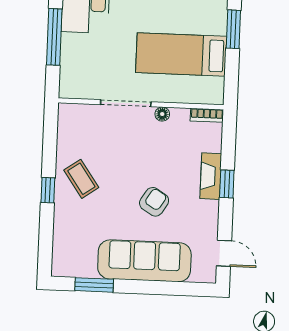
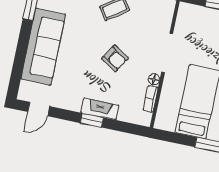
bookcase: (207, 115) -> (150, 99), moved
armchair: (154, 202) -> (115, 58), moved

